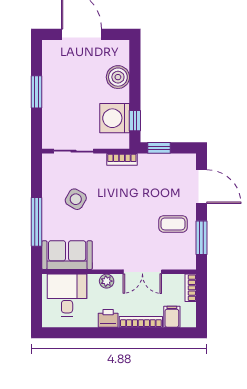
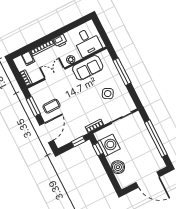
window: (37, 92) -> (156, 138), width x2.11
door: (202, 187) -> (47, 133), swing flipped
sofa: (67, 255) -> (88, 68), moved

